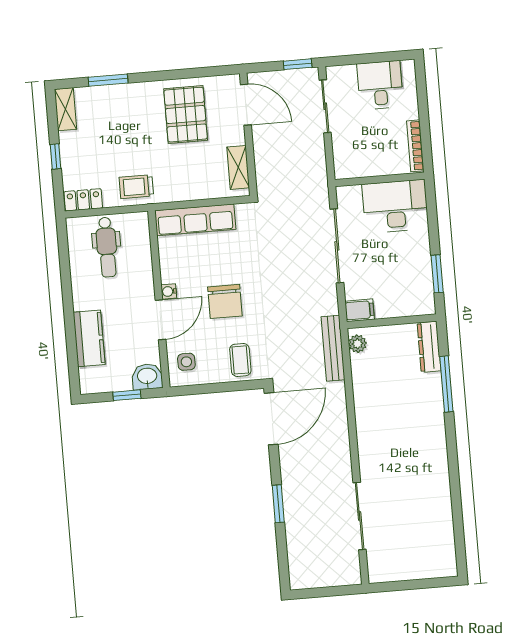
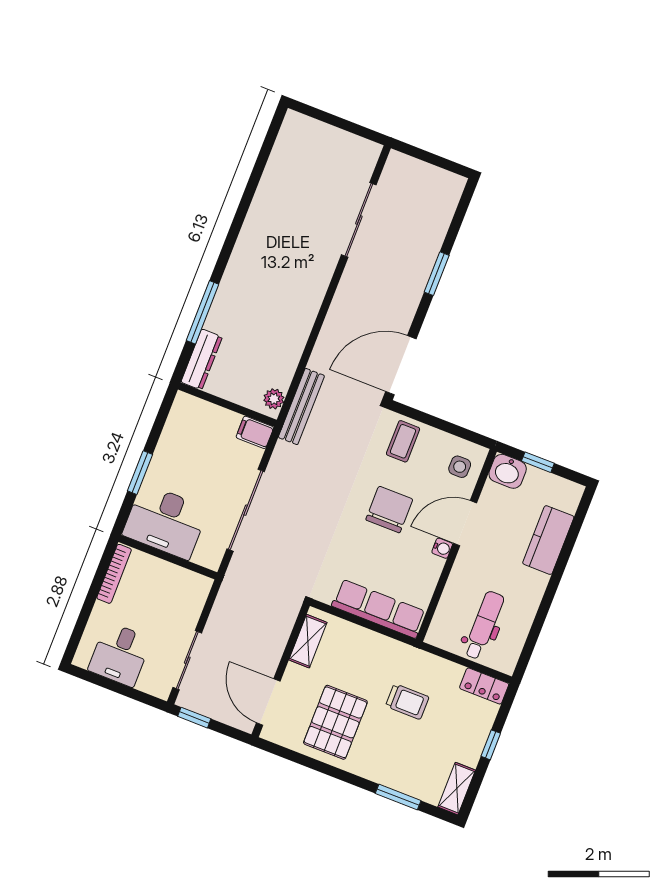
trolley: (136, 187) -> (407, 701), moved
window: (437, 274) -> (140, 473), moved

